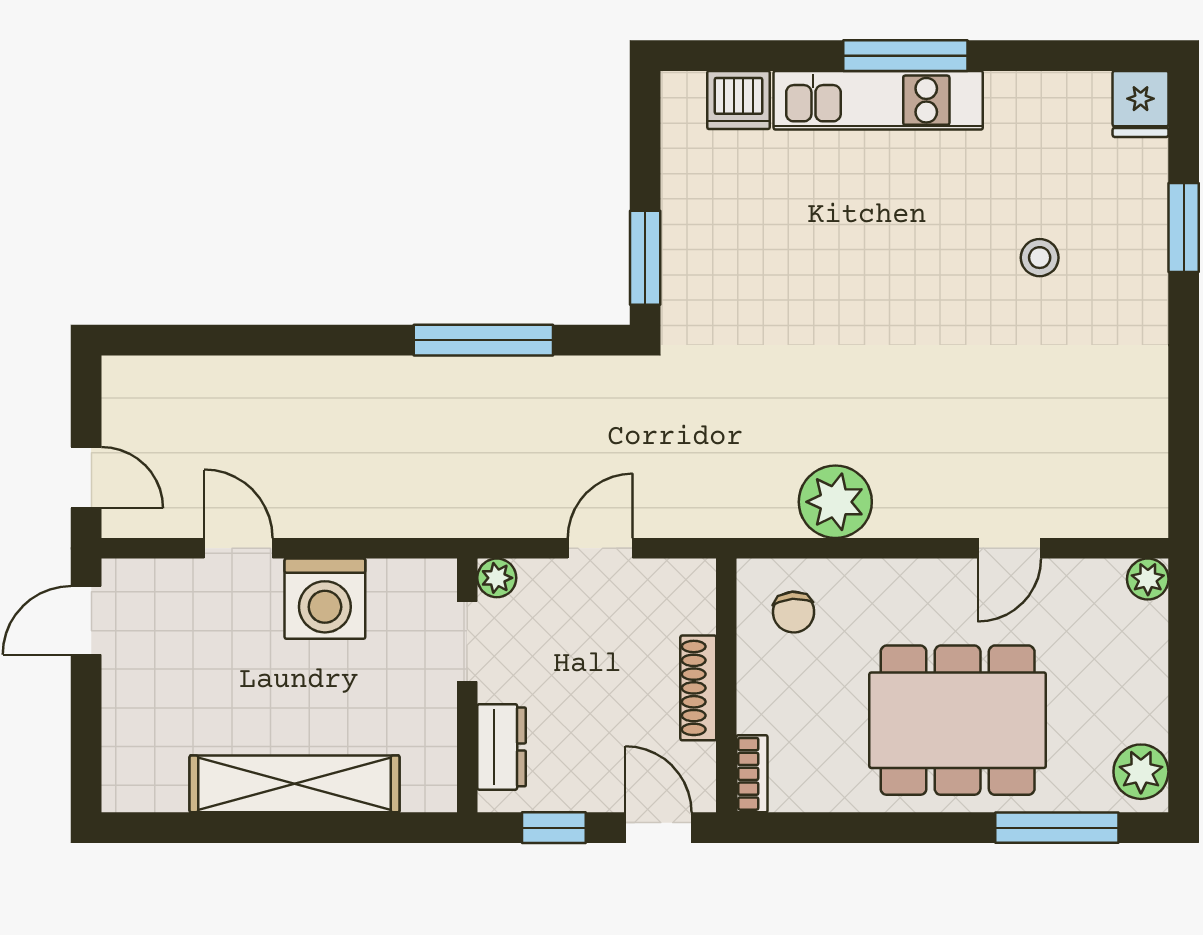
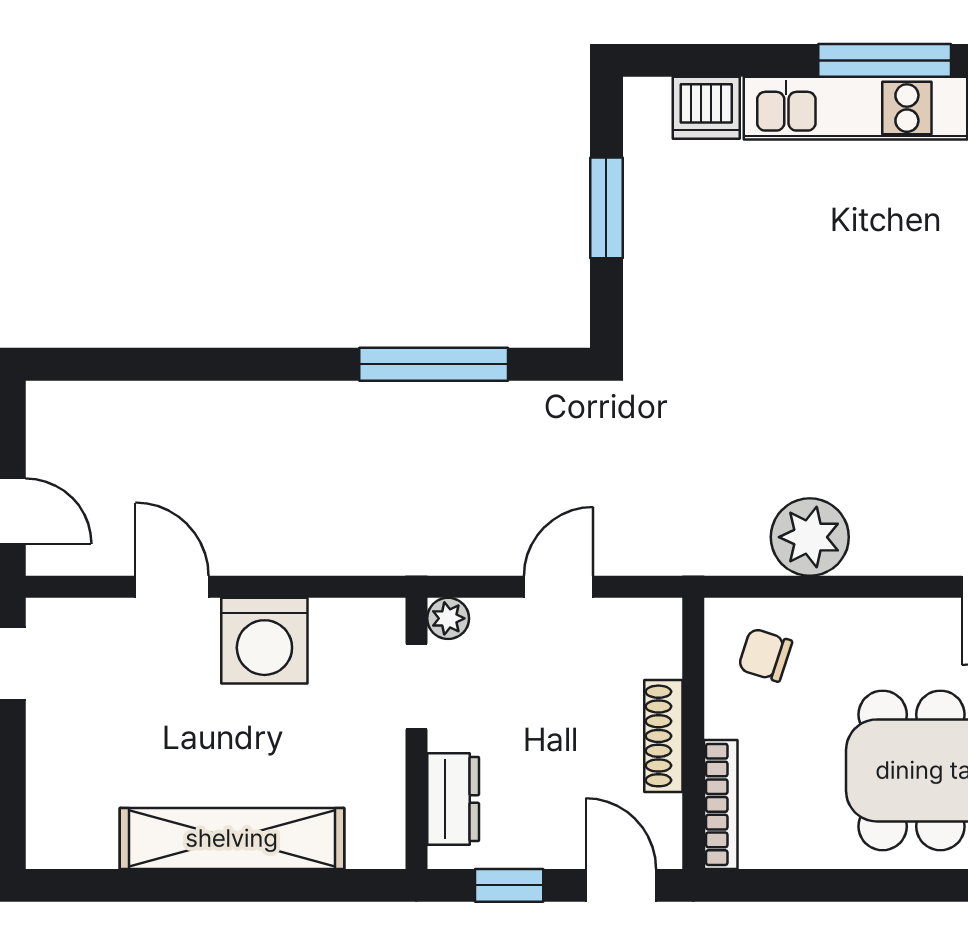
window: (645, 258) -> (606, 208), moved
chair: (794, 612) -> (765, 655), turned 112
bookcase: (752, 774) -> (721, 804), width x1.56

